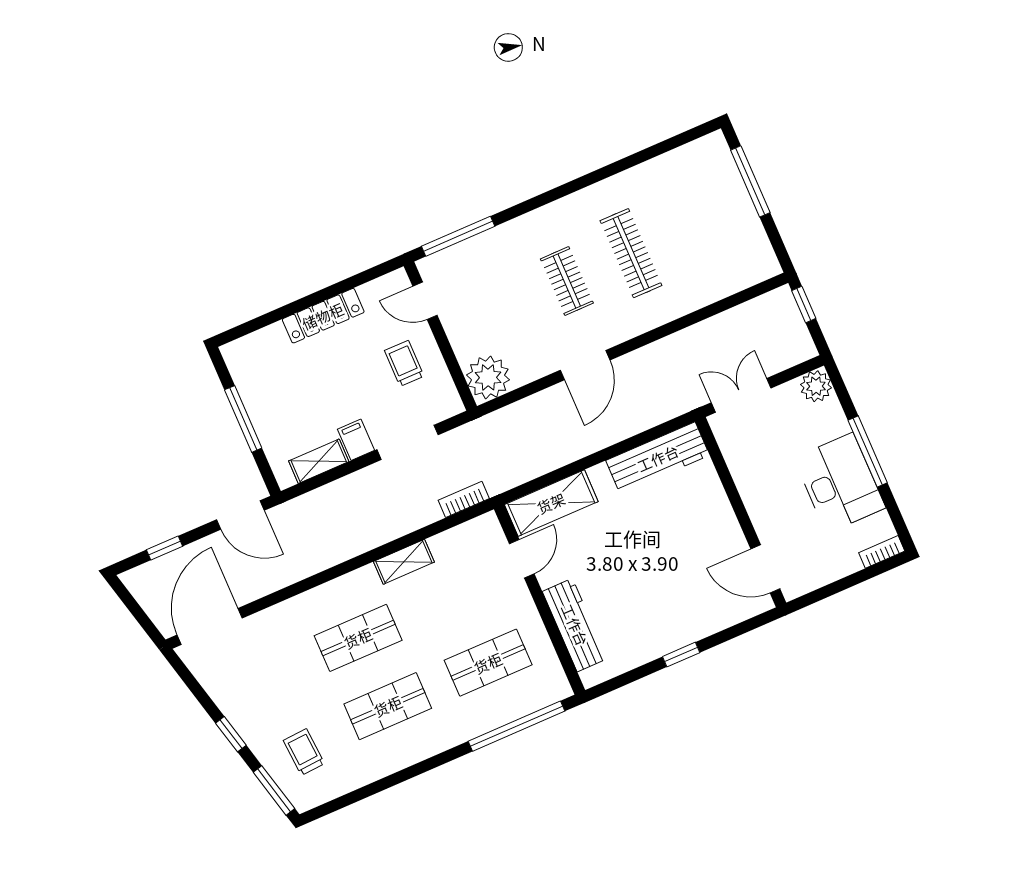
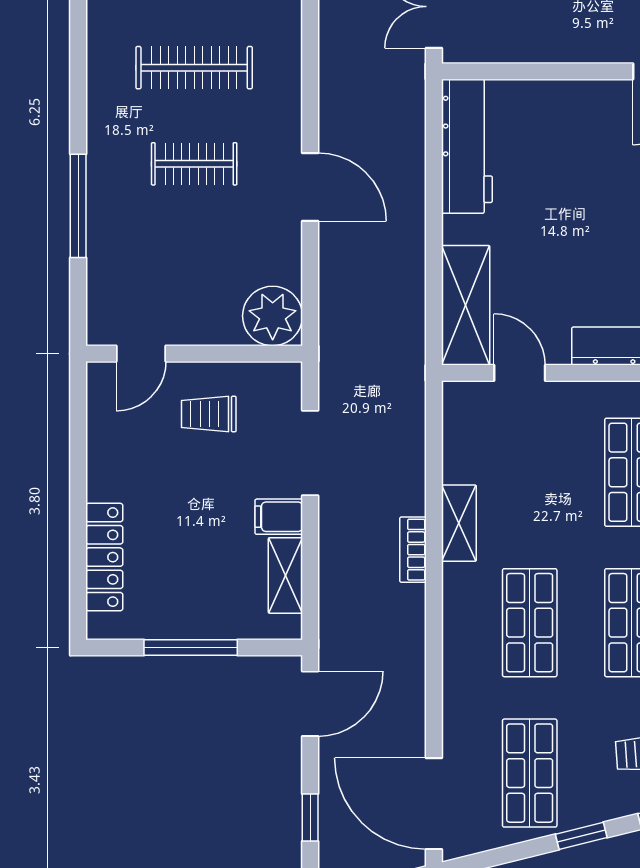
window: (458, 236) -> (78, 206), moved
locker: (323, 316) -> (104, 557), moved
bookcase: (464, 499) -> (413, 550), moved
shop shelf: (258, 682) -> (530, 773), added

